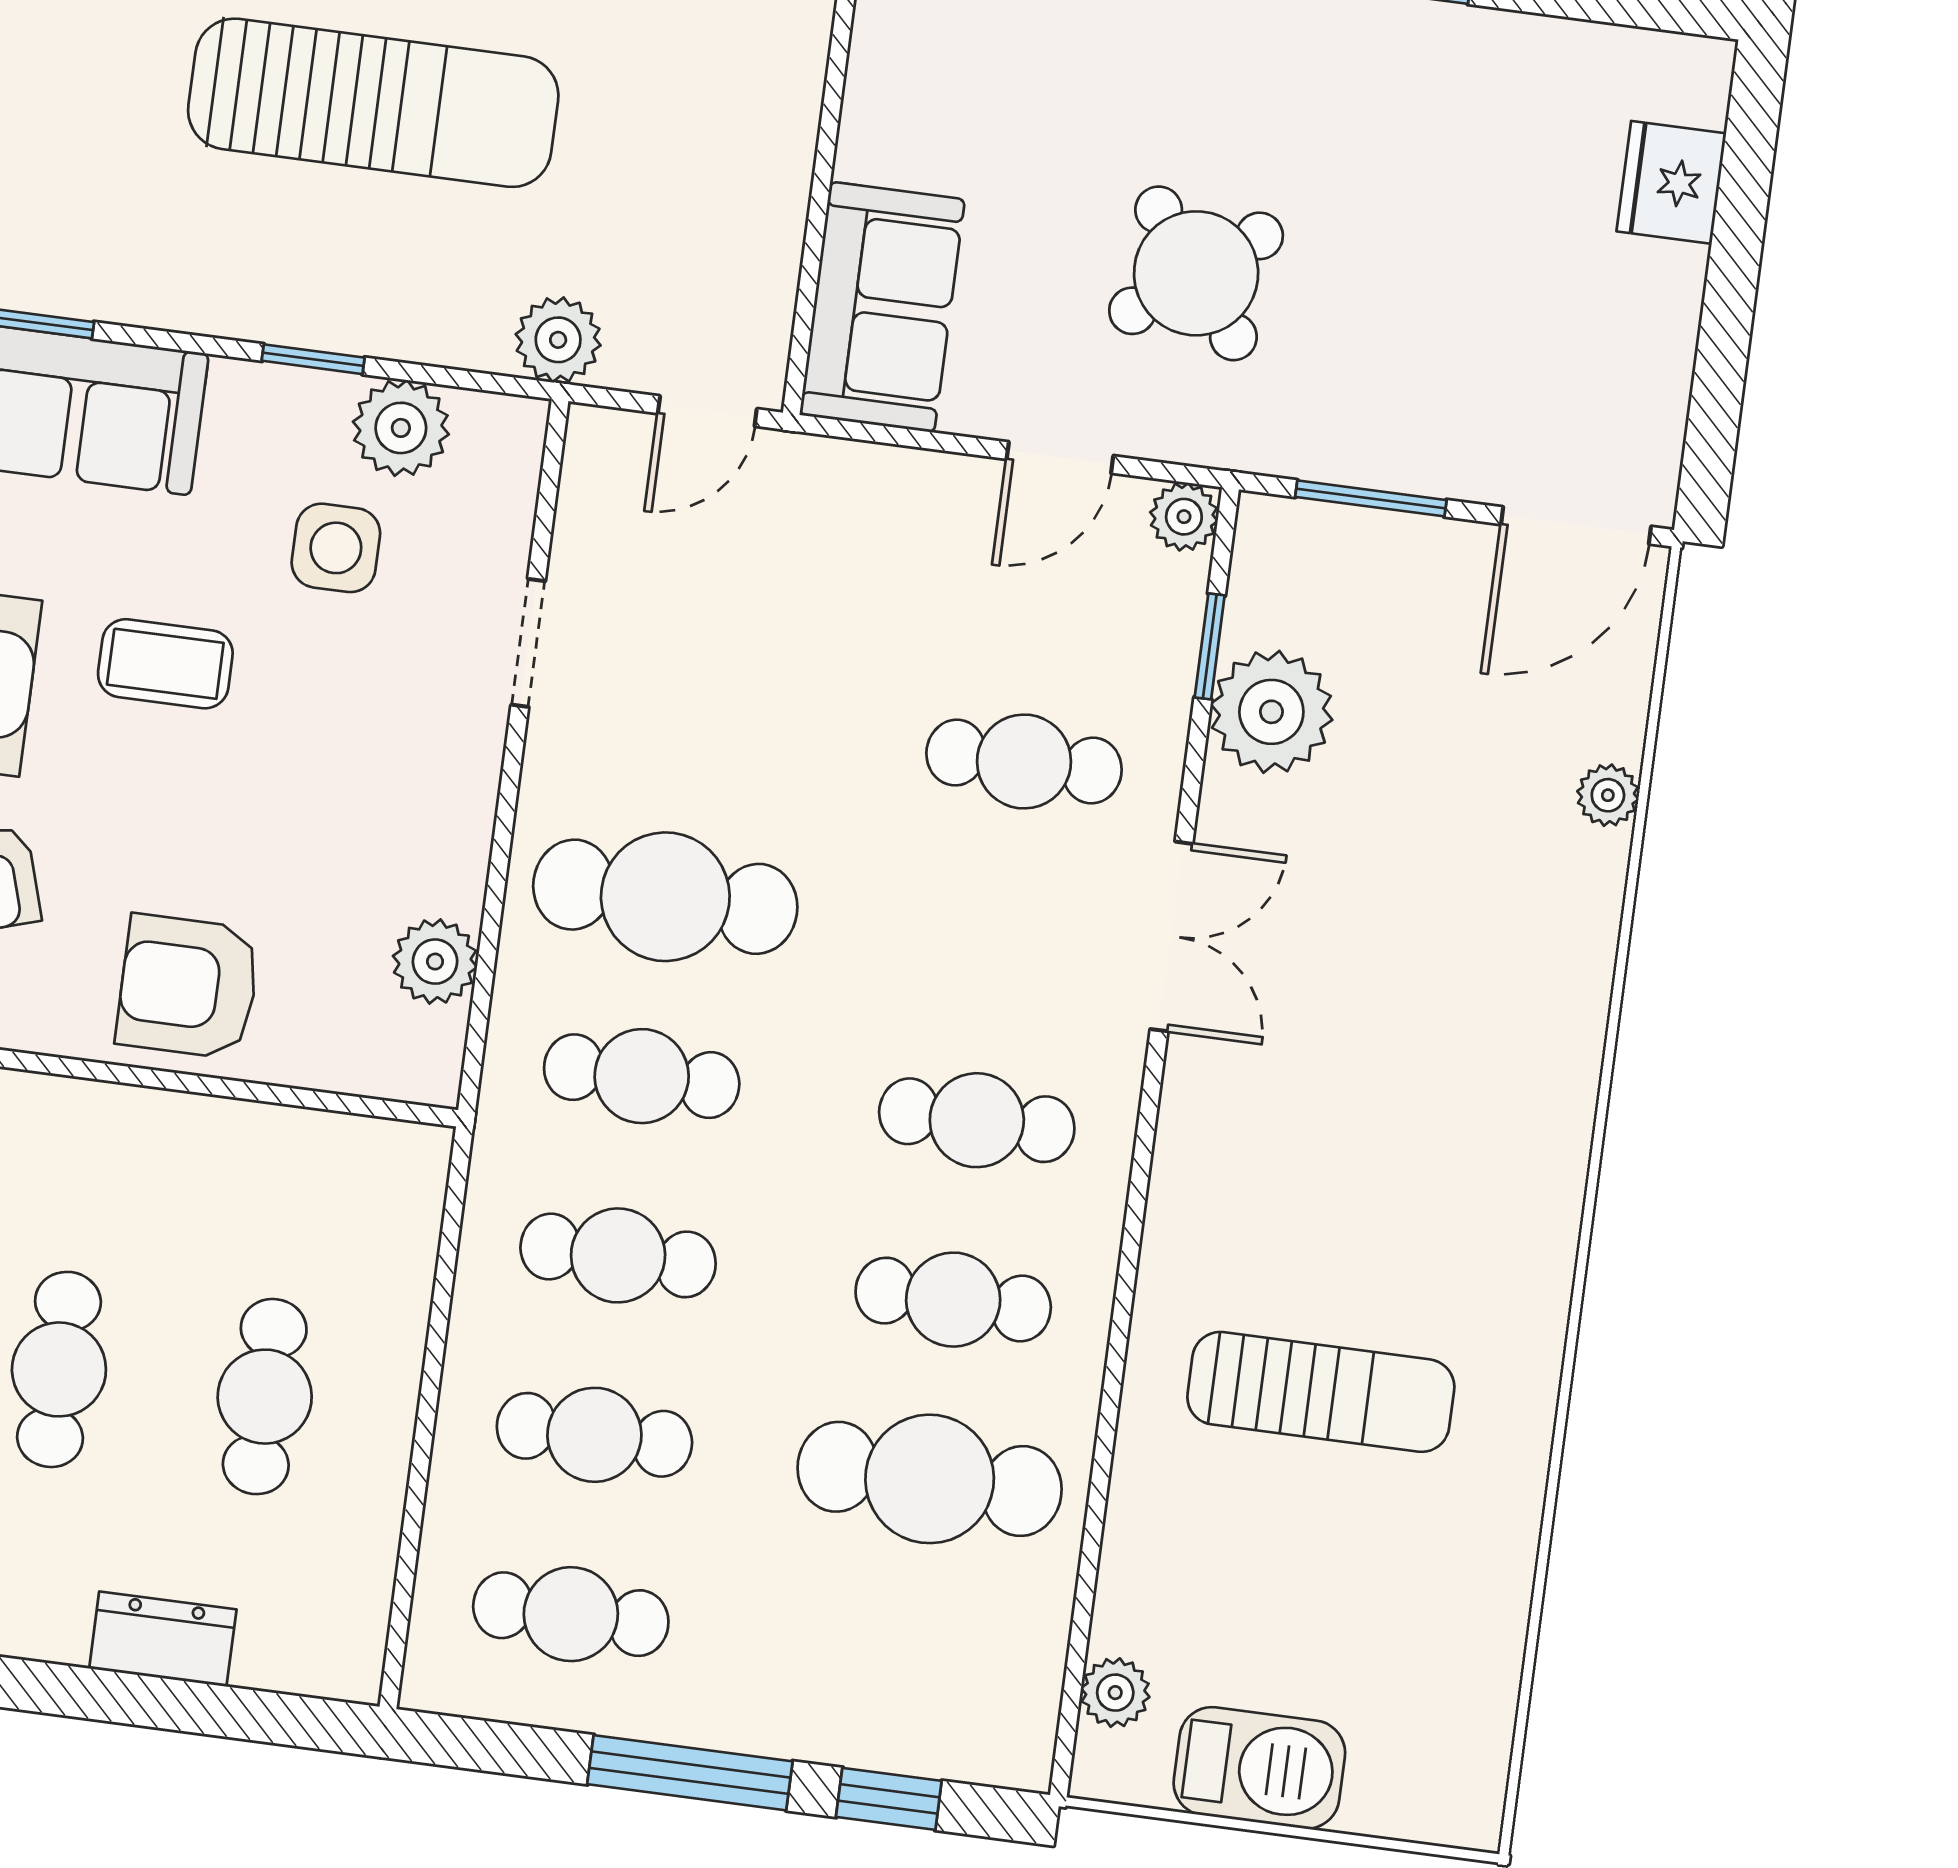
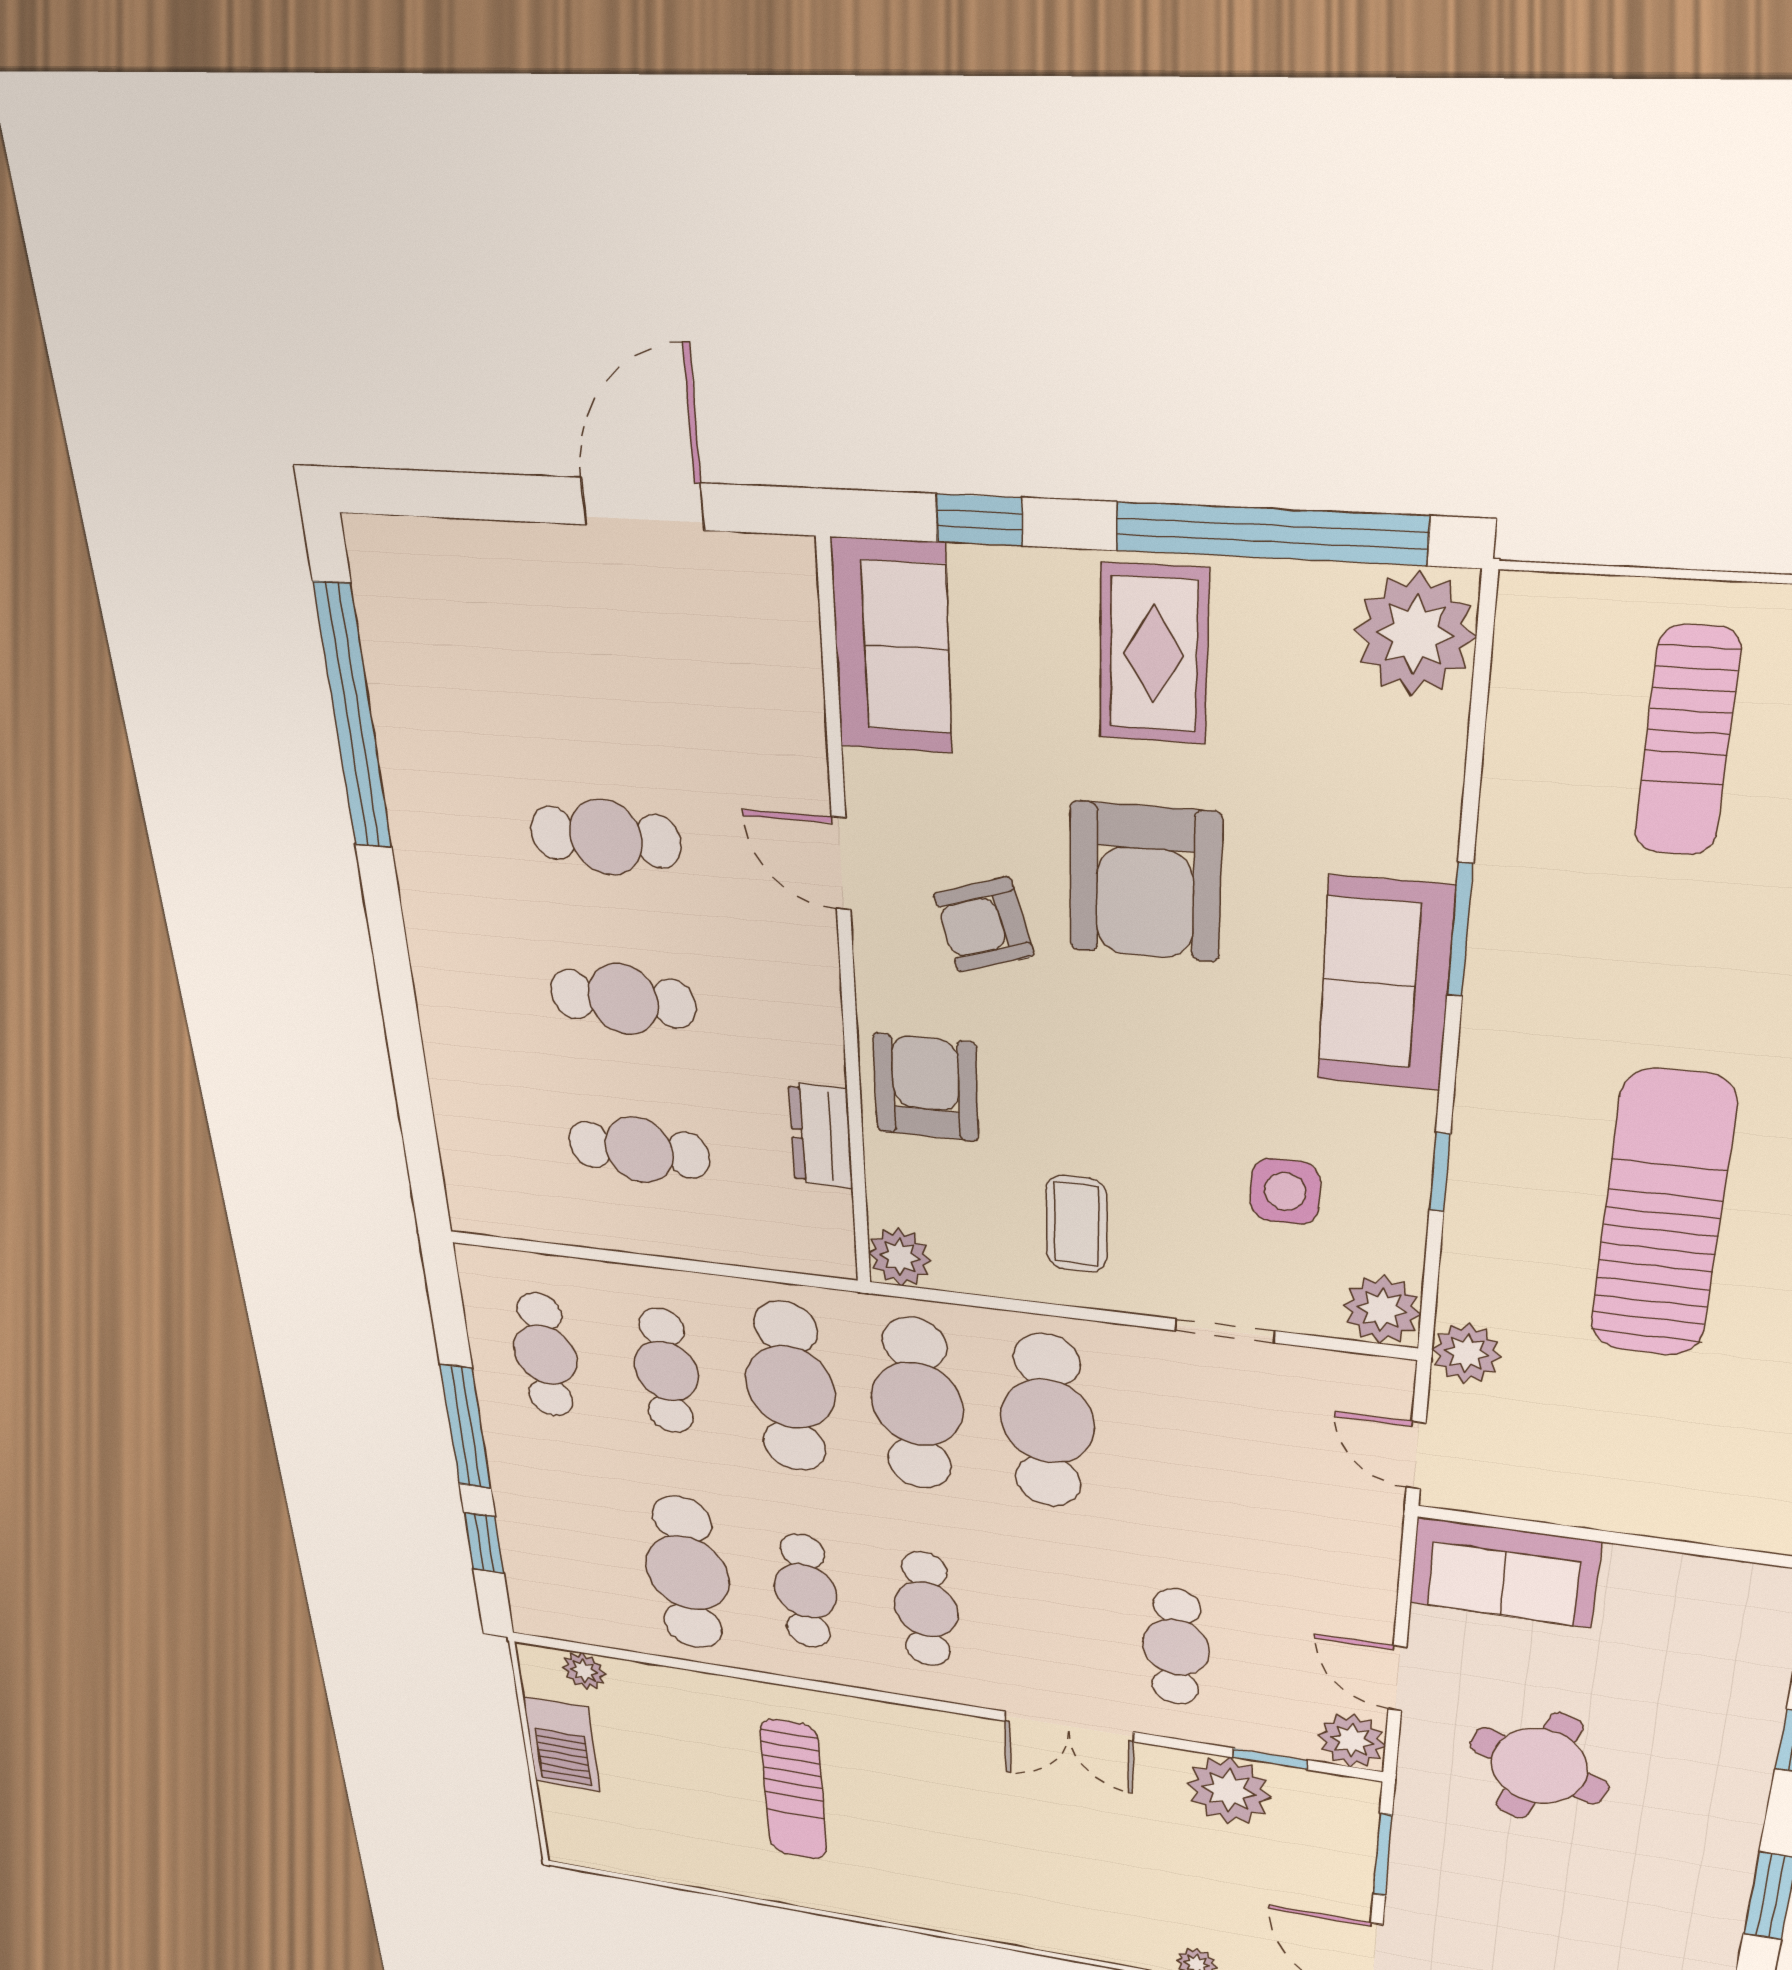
sun lounger: (373, 103) -> (1662, 1216), turned 180
round table: (1196, 273) -> (1539, 1766), turned -32
plant: (401, 428) -> (1382, 1310), moved
plant: (1184, 517) -> (1352, 1740), width x1.38, depth x1.38
coffee table: (165, 664) -> (1076, 1224), moved
plant: (435, 962) -> (900, 1257), moved
cafe table: (642, 1076) -> (917, 1404), width x1.37, depth x1.35
cafe table: (618, 1255) -> (790, 1387), width x1.37, depth x1.35
dresser: (163, 1639) -> (821, 1136), moved, turned 180

